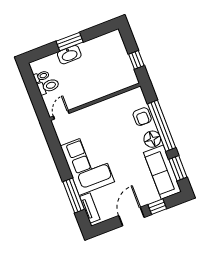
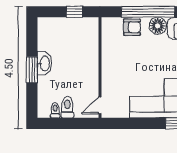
washbasin: (69, 55) -> (44, 63), moved
door: (61, 115) -> (100, 105), hinge flipped

